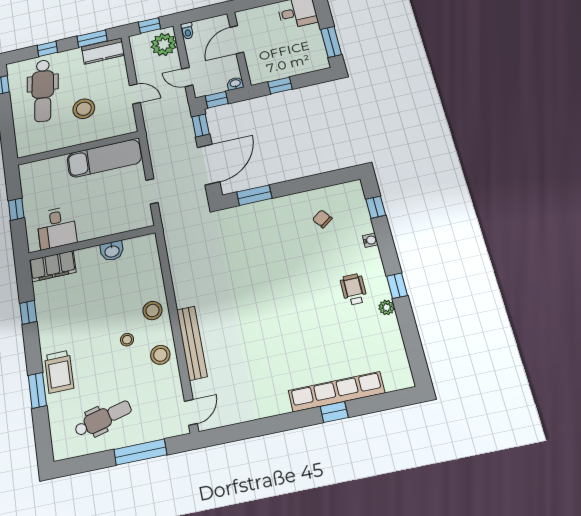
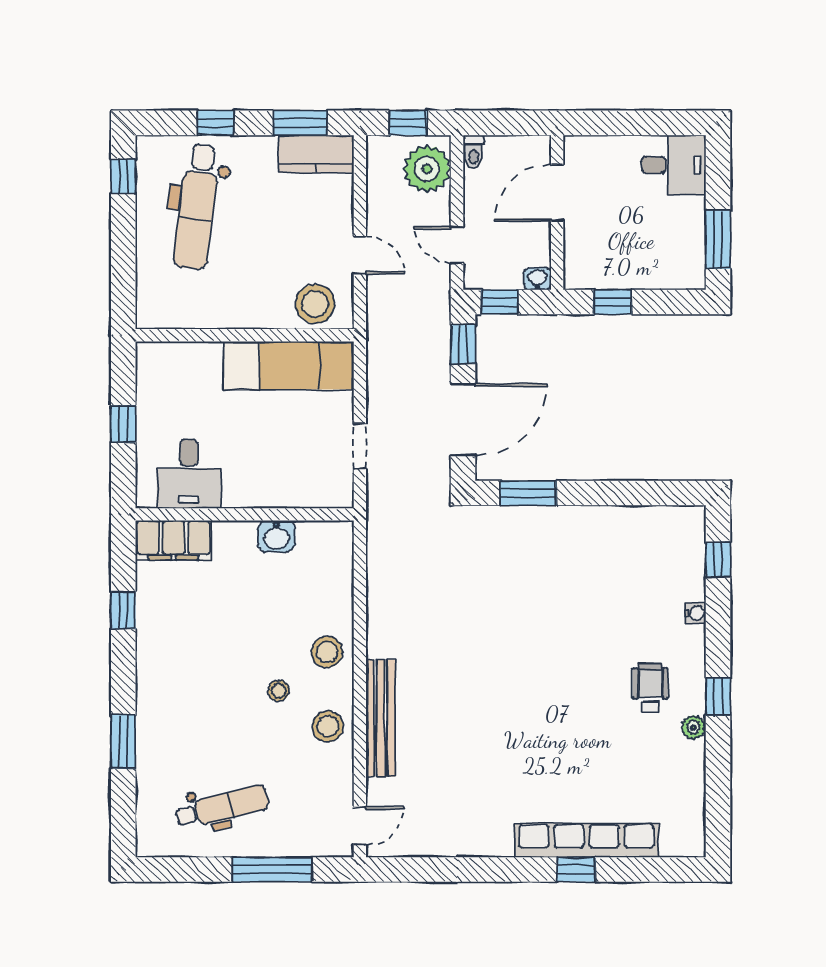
stool: (84, 109) -> (315, 304), moved
chair: (322, 219) -> (629, 560), removed
trolley: (59, 372) -> (162, 719), removed

